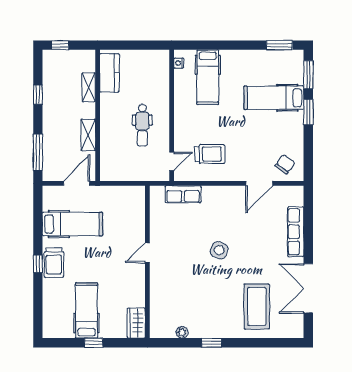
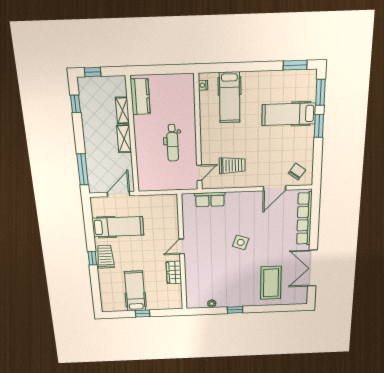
window: (38, 95) -> (75, 104), moved
shelving: (88, 135) -> (124, 139), moved
row of seats: (296, 232) -> (304, 219), width x1.36
trolley: (54, 262) -> (105, 257), turned 180
wardrobe: (136, 323) -> (174, 273), moved

